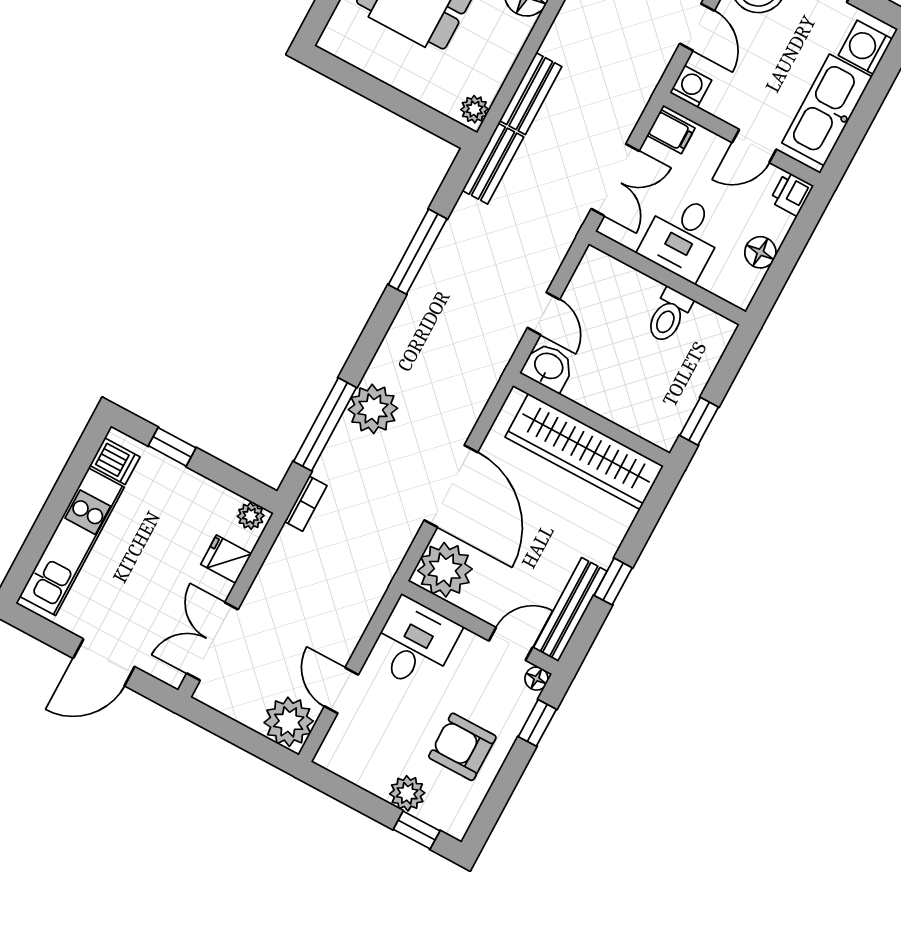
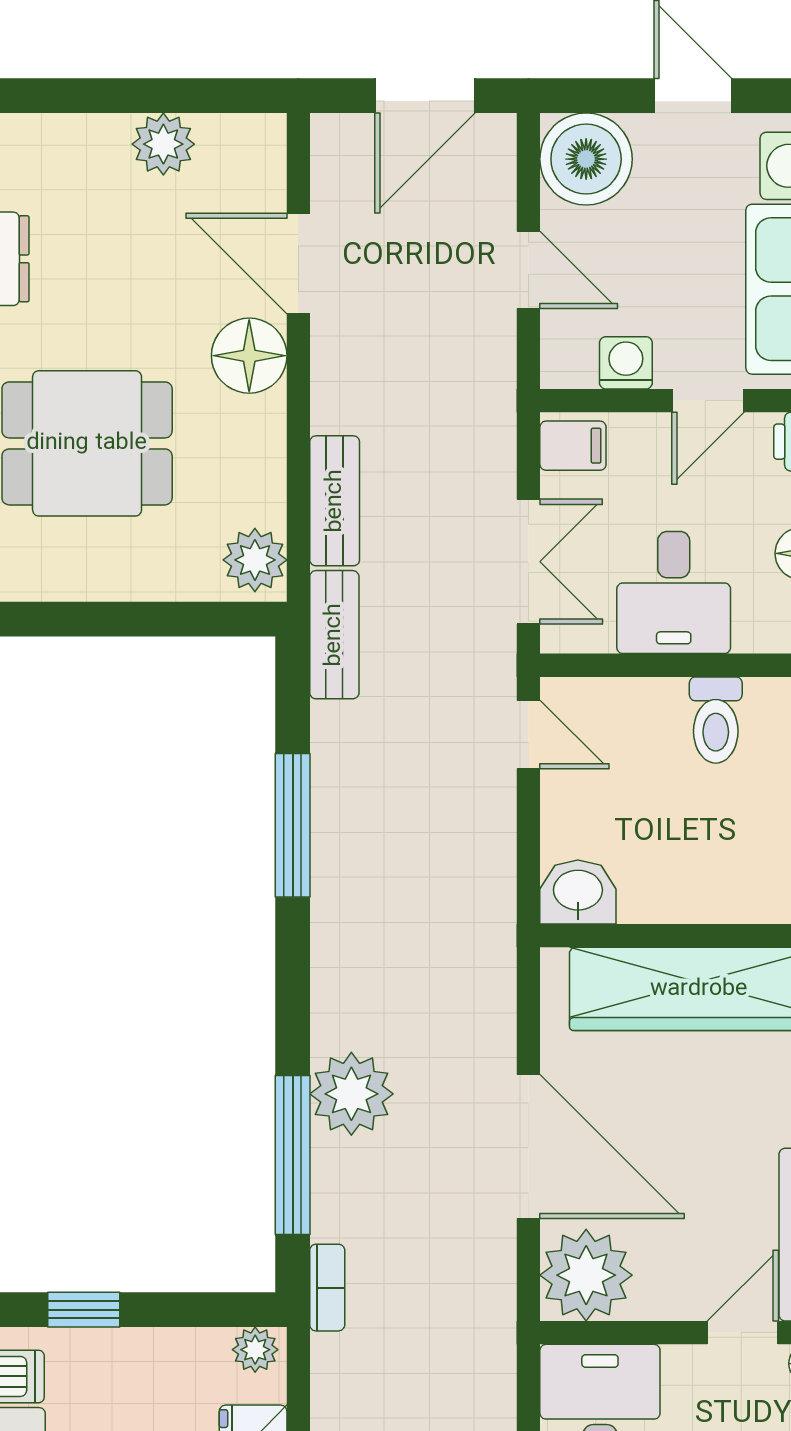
washing machine: (691, 86) -> (626, 363), moved
plant: (474, 109) -> (255, 560), width x1.38, depth x1.38
door: (543, 314) -> (528, 734), moved

